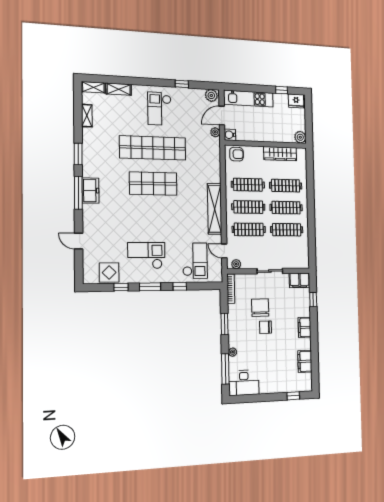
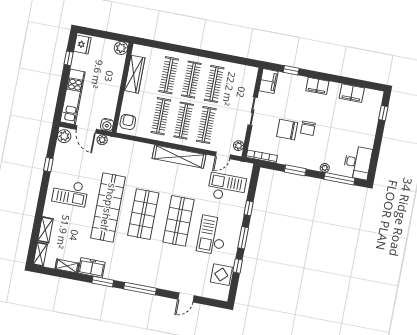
freezer: (90, 191) -> (92, 268), moved
shop shelf: (154, 219) -> (178, 221), added

